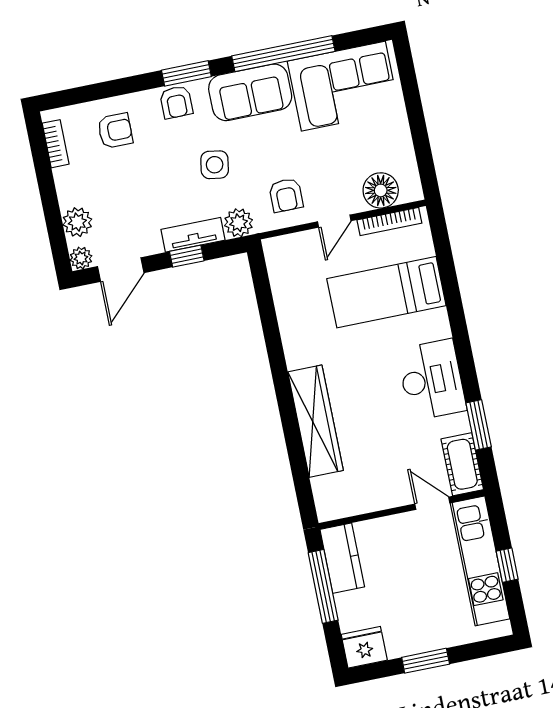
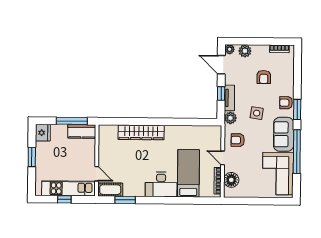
armchair: (115, 131) -> (264, 77), moved
desk: (432, 380) -> (161, 184), moved
door: (432, 503) -> (97, 174), hinge flipped

